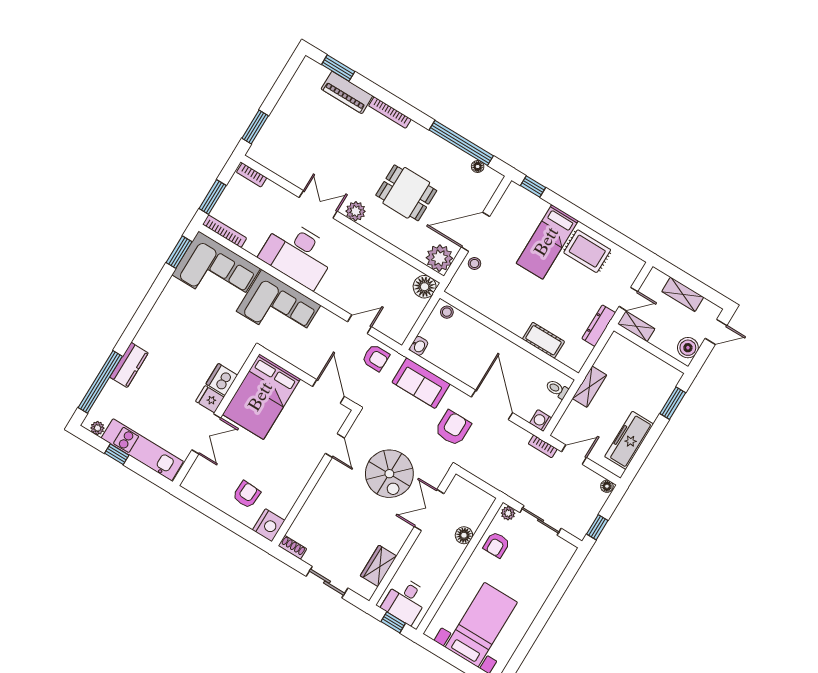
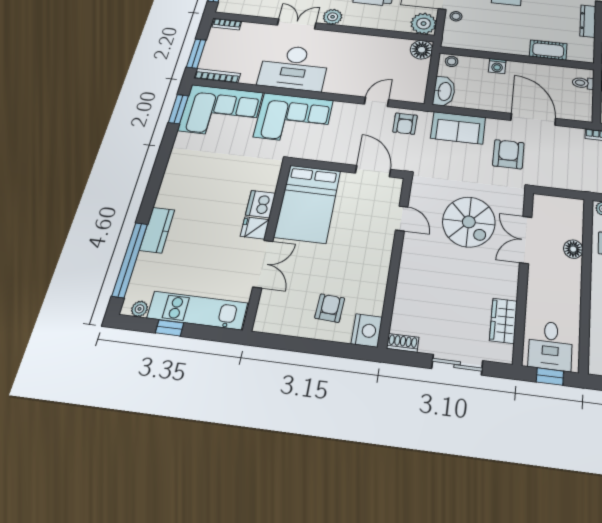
washbasin: (419, 346) -> (444, 91), width x1.91, depth x1.45
armchair: (376, 358) -> (405, 124), turned 90
washing machine: (541, 420) -> (497, 66), moved, turned -90

